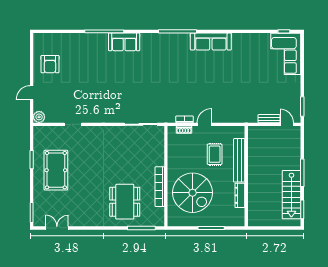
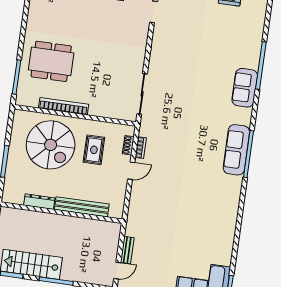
sofa: (211, 42) -> (236, 150), moved
door: (204, 124) -> (131, 171), hinge flipped
rug: (215, 154) -> (94, 150), moved, turned 90
spiral stairs: (193, 193) -> (51, 145), turned -90

